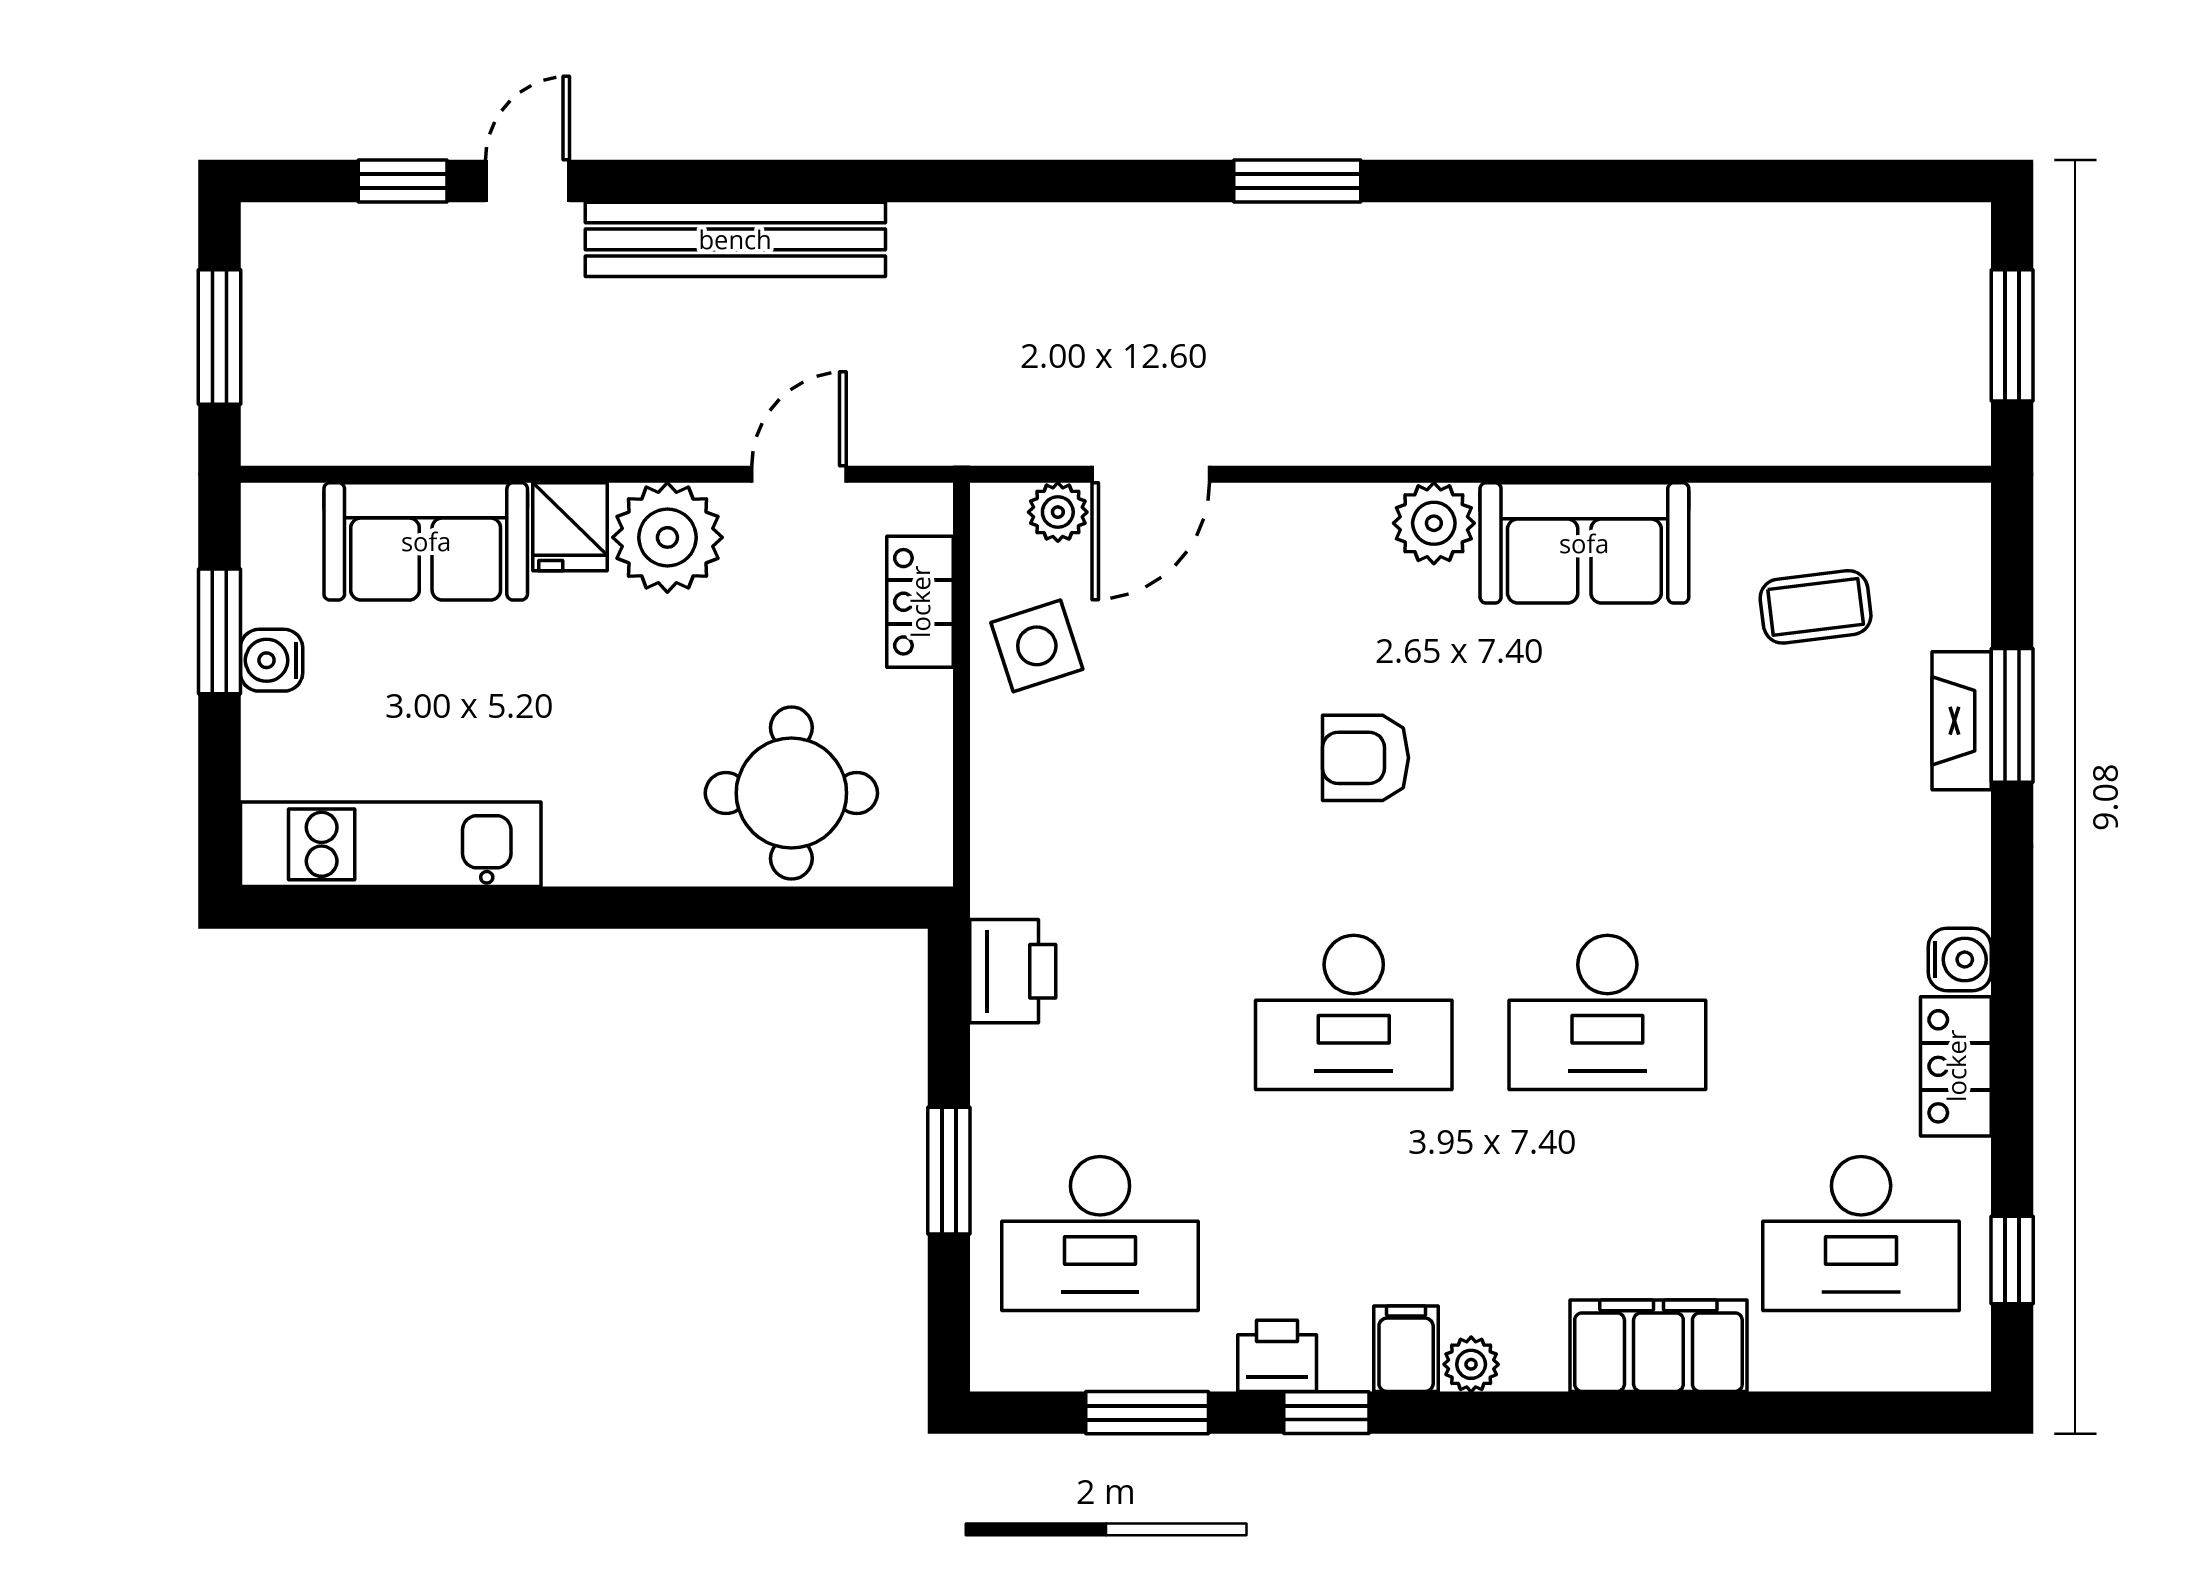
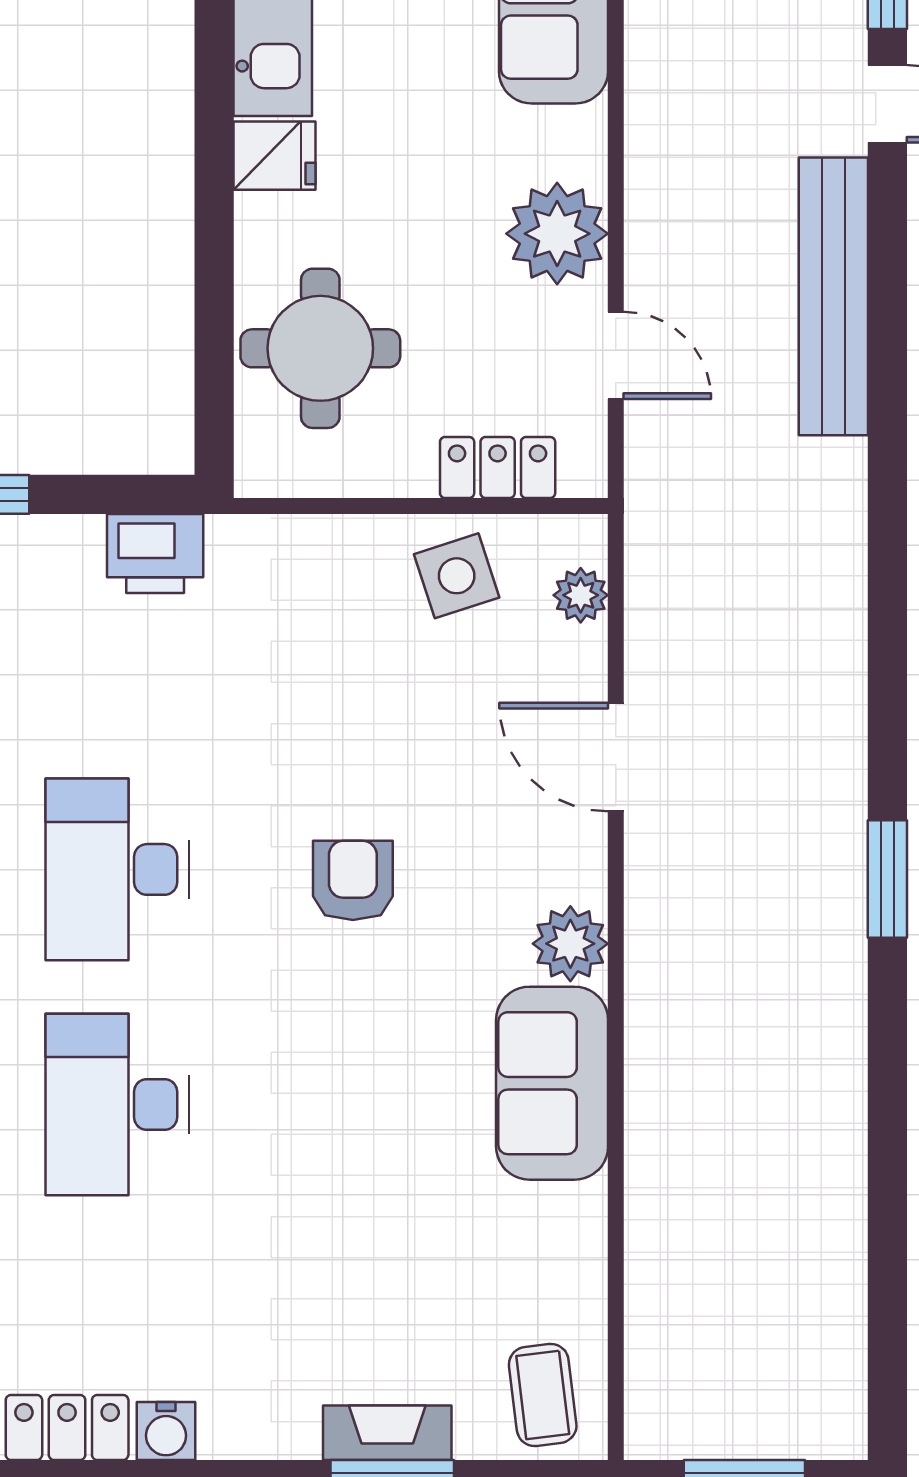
window: (1297, 181) -> (887, 879), moved
door: (1151, 474) -> (616, 757), moved
fridge: (570, 527) -> (274, 156), moved, turned 180
coffee table: (1816, 607) -> (543, 1395), moved

